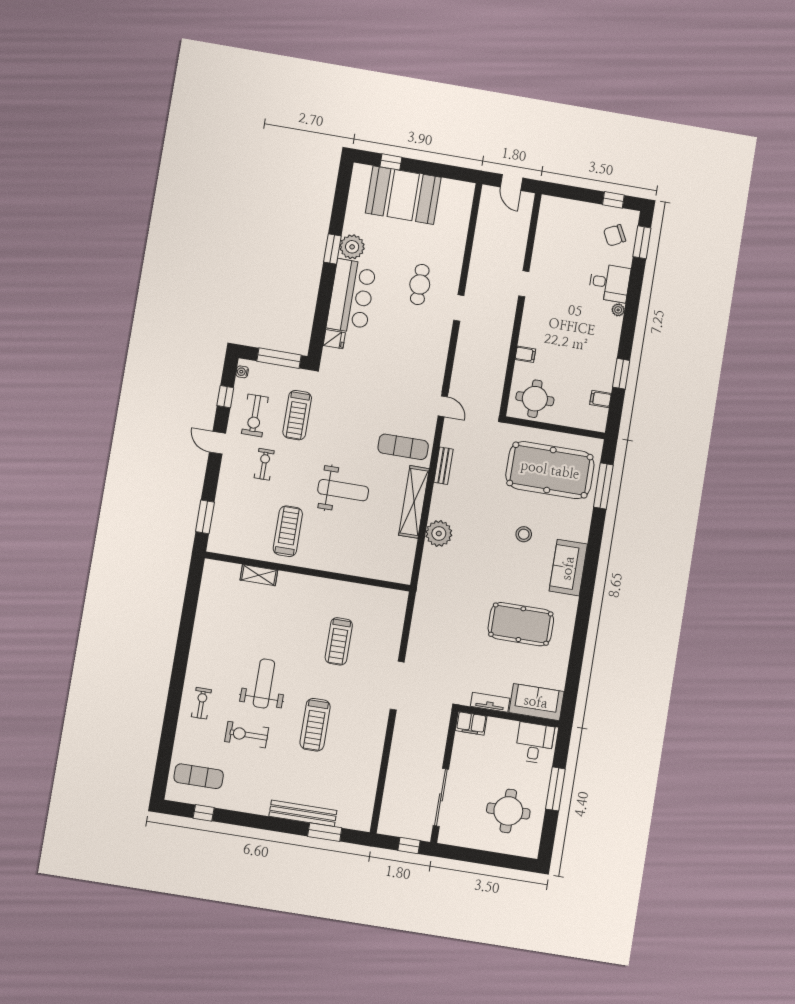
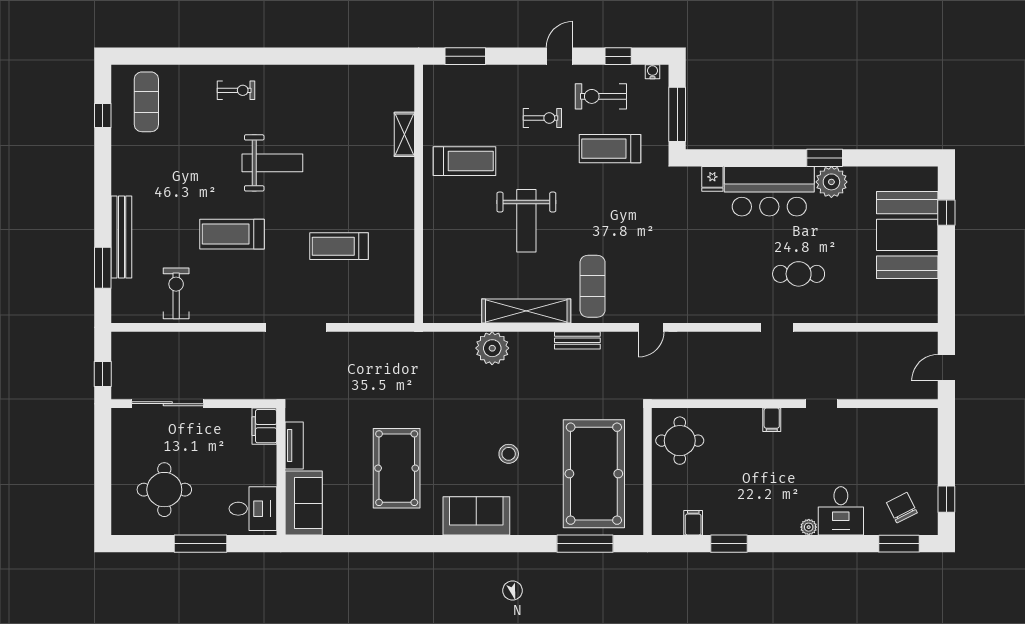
filing cabinet: (525, 354) -> (772, 420), moved
exercise bike: (247, 735) -> (176, 293), moved

